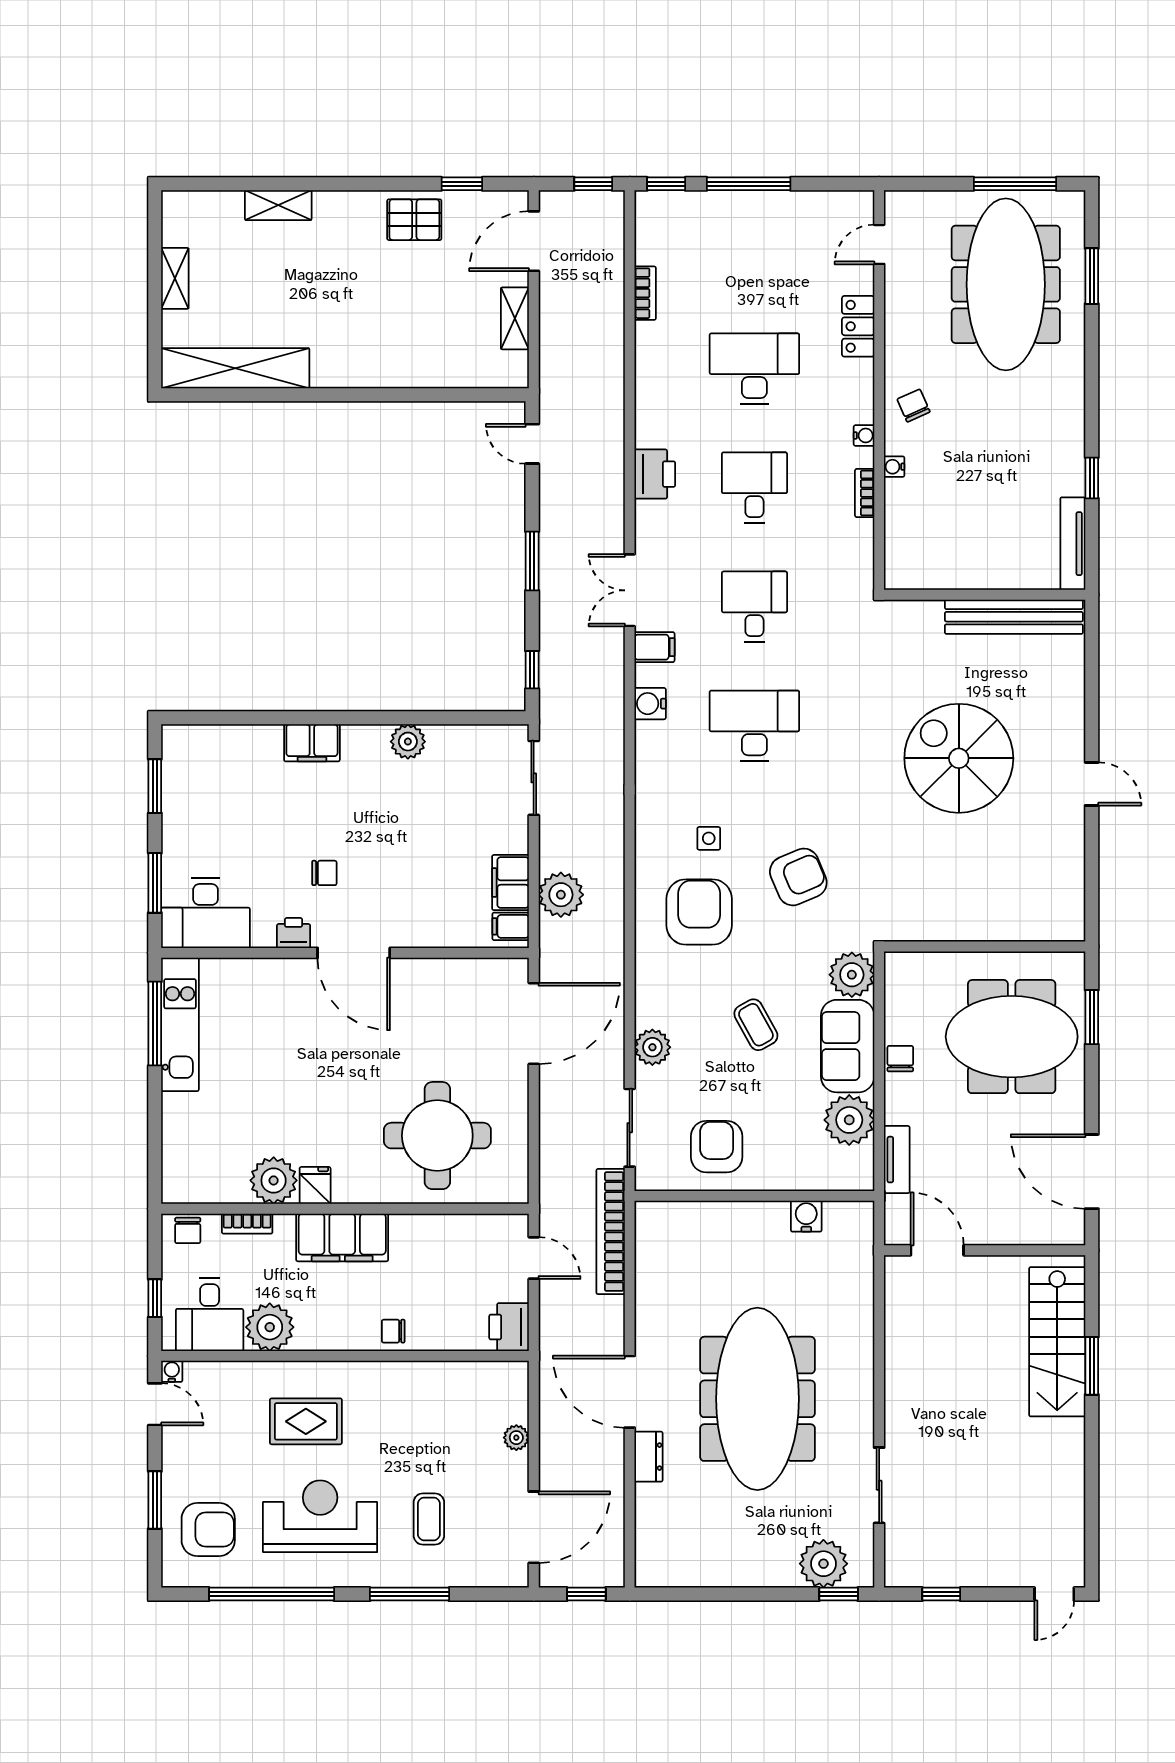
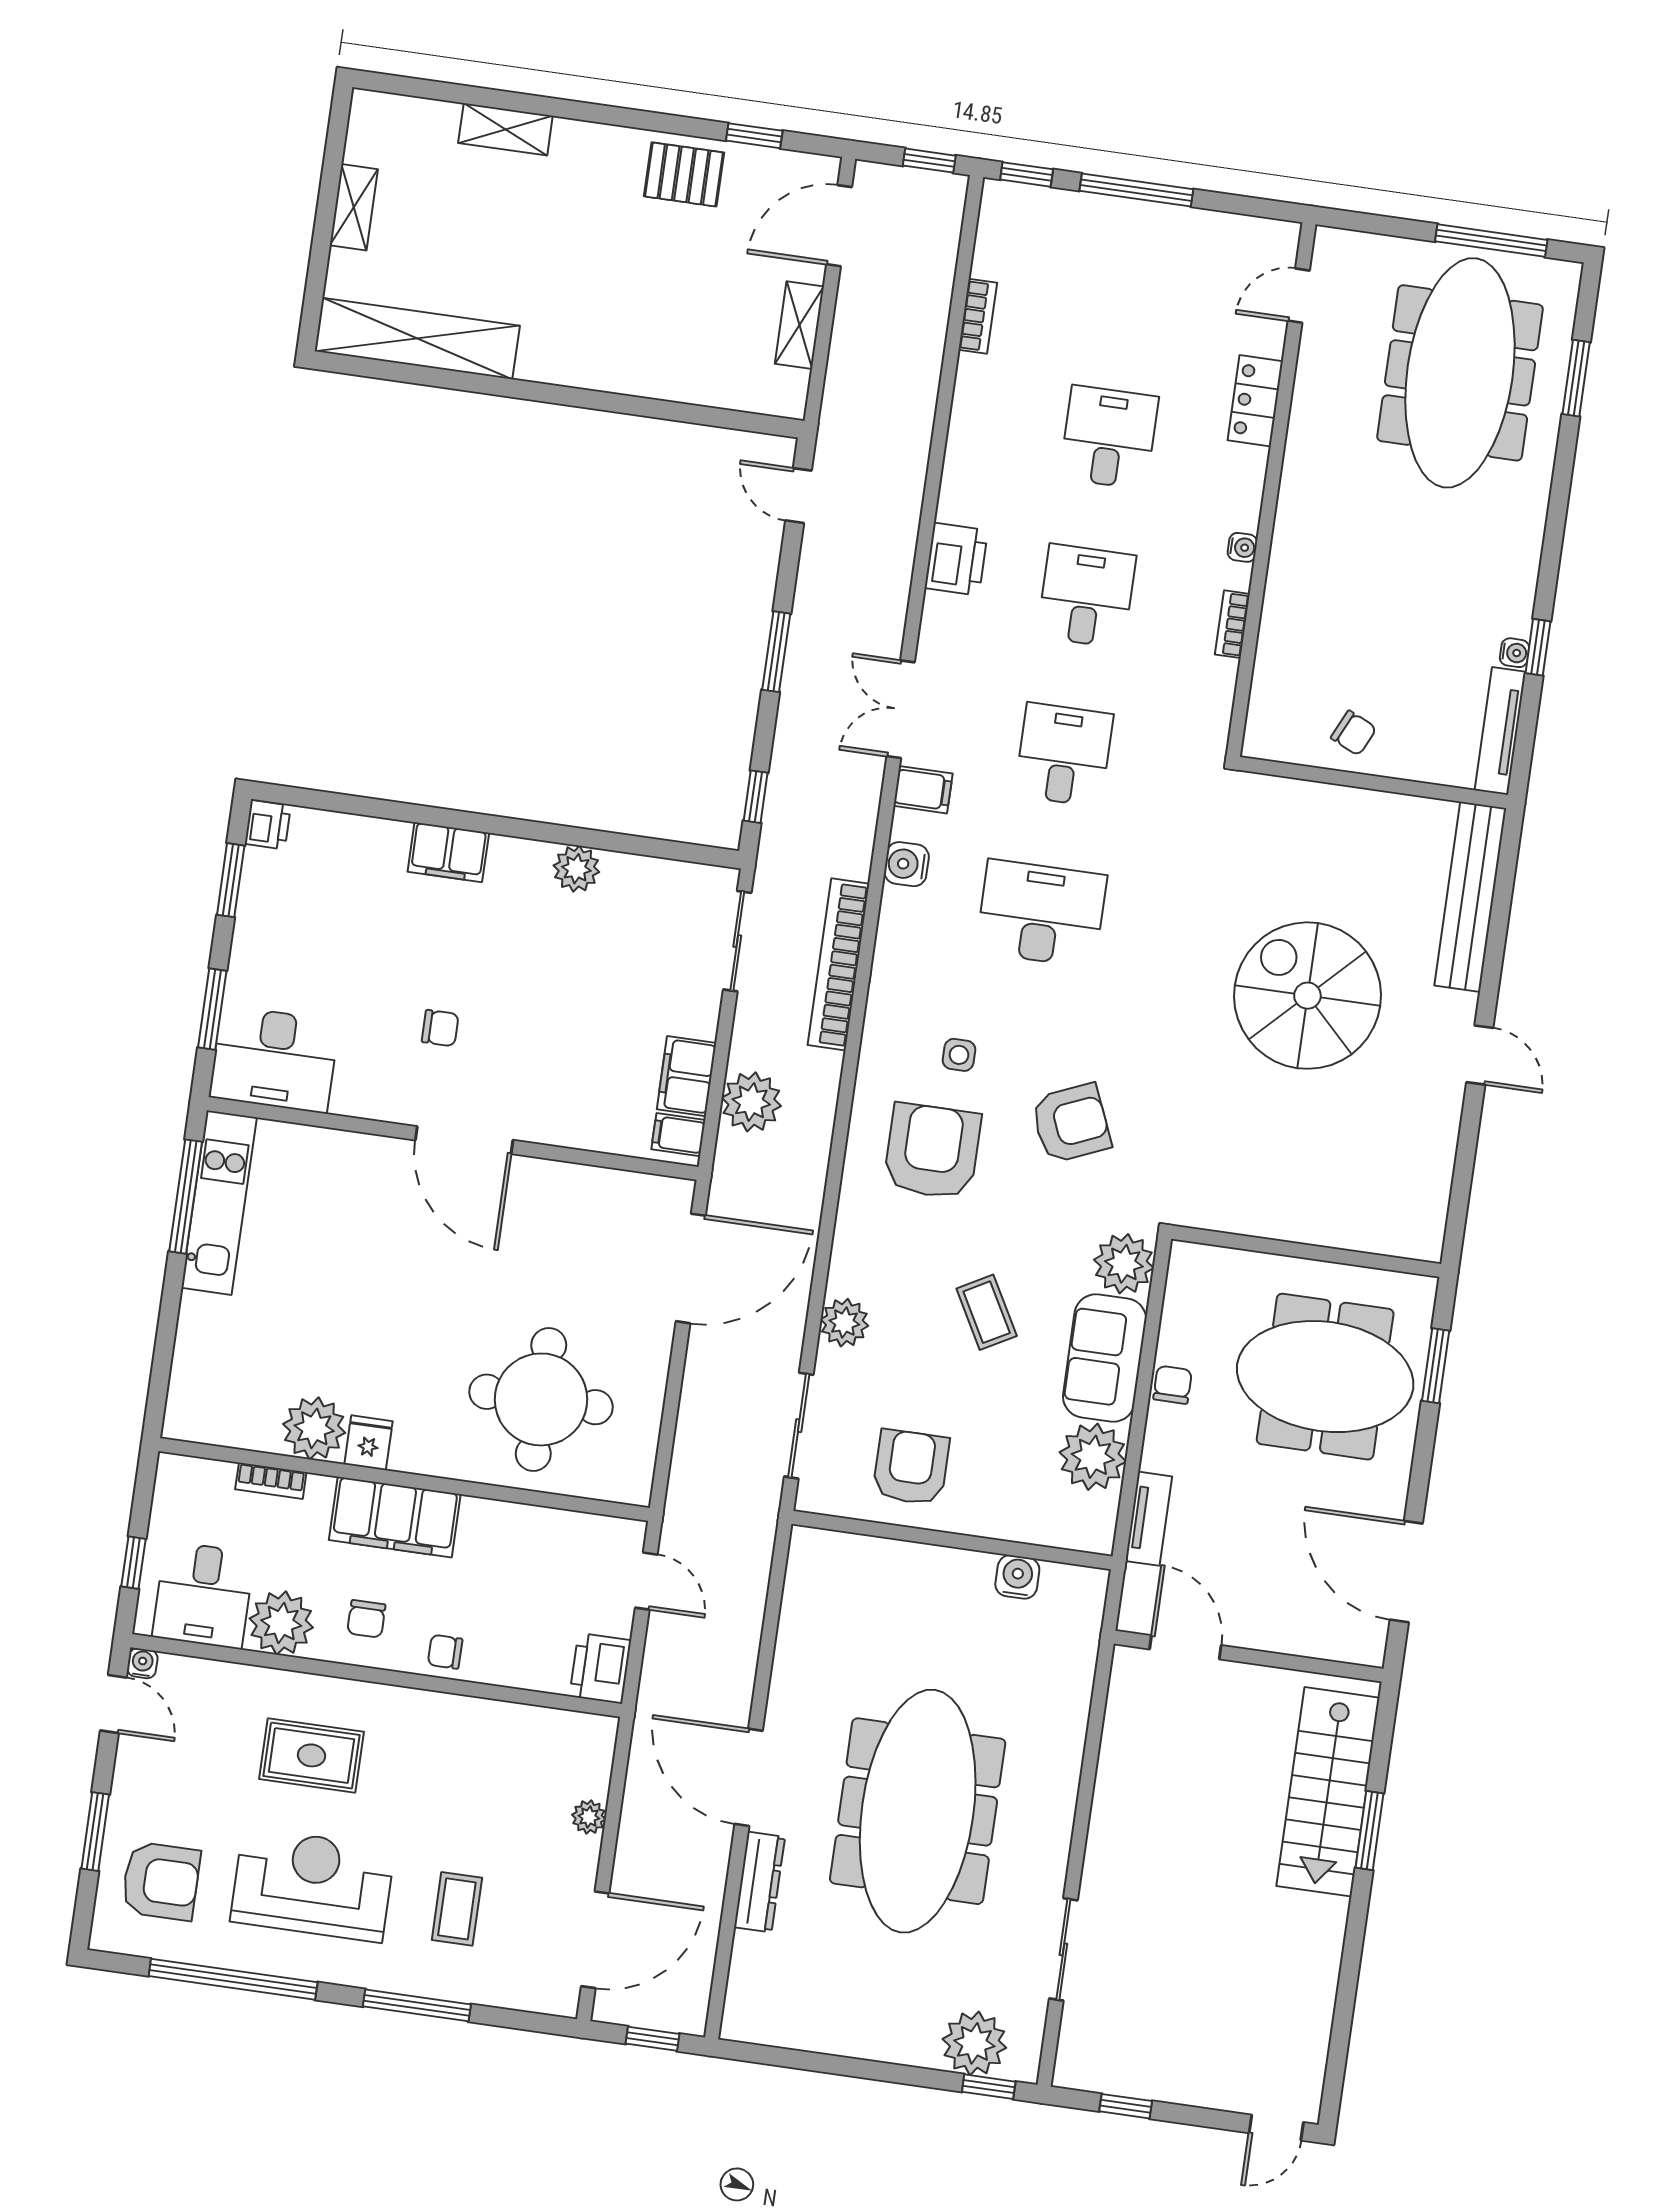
desk: (754, 369) -> (1109, 437), width x0.73
chair: (914, 406) -> (1354, 733), moved, turned 139
water cooler: (894, 467) -> (1514, 653), moved, turned 180
bench: (1014, 617) -> (1470, 897), moved, turned 90
printer: (294, 933) -> (268, 825), moved, turned 90
chair: (188, 1230) -> (366, 1619), moved
bookcase: (611, 1232) -> (839, 964), moved
dresser: (649, 1457) -> (759, 1882), width x1.44

